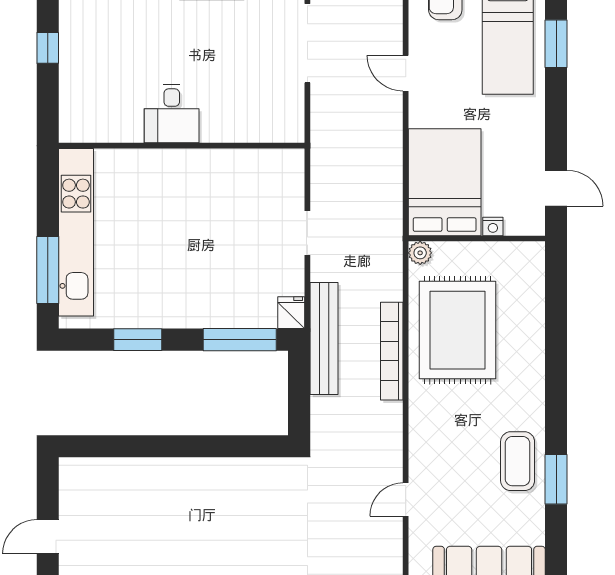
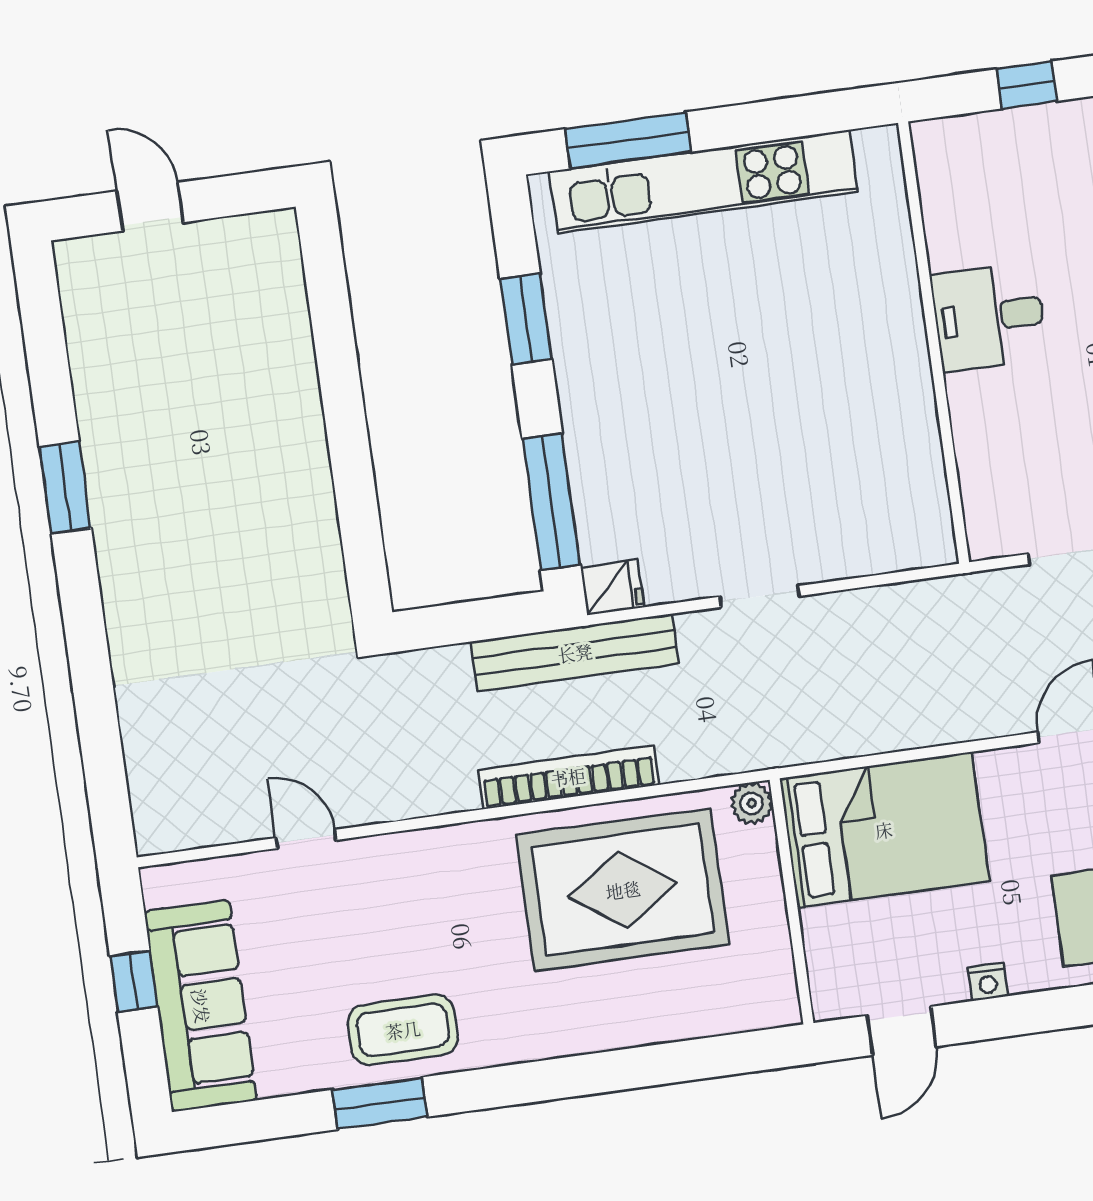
desk: (172, 113) -> (989, 317), moved
wall: (182, 146) -> (934, 343), moved
nightstand: (493, 226) -> (988, 982), moved, turned -90

